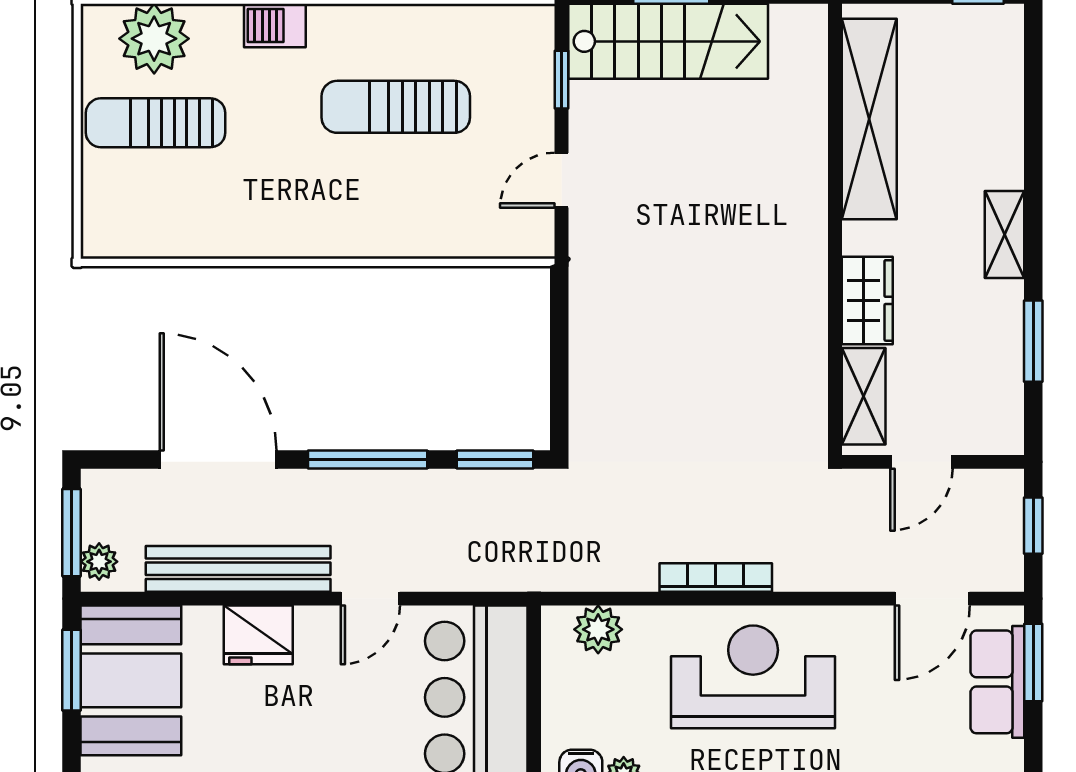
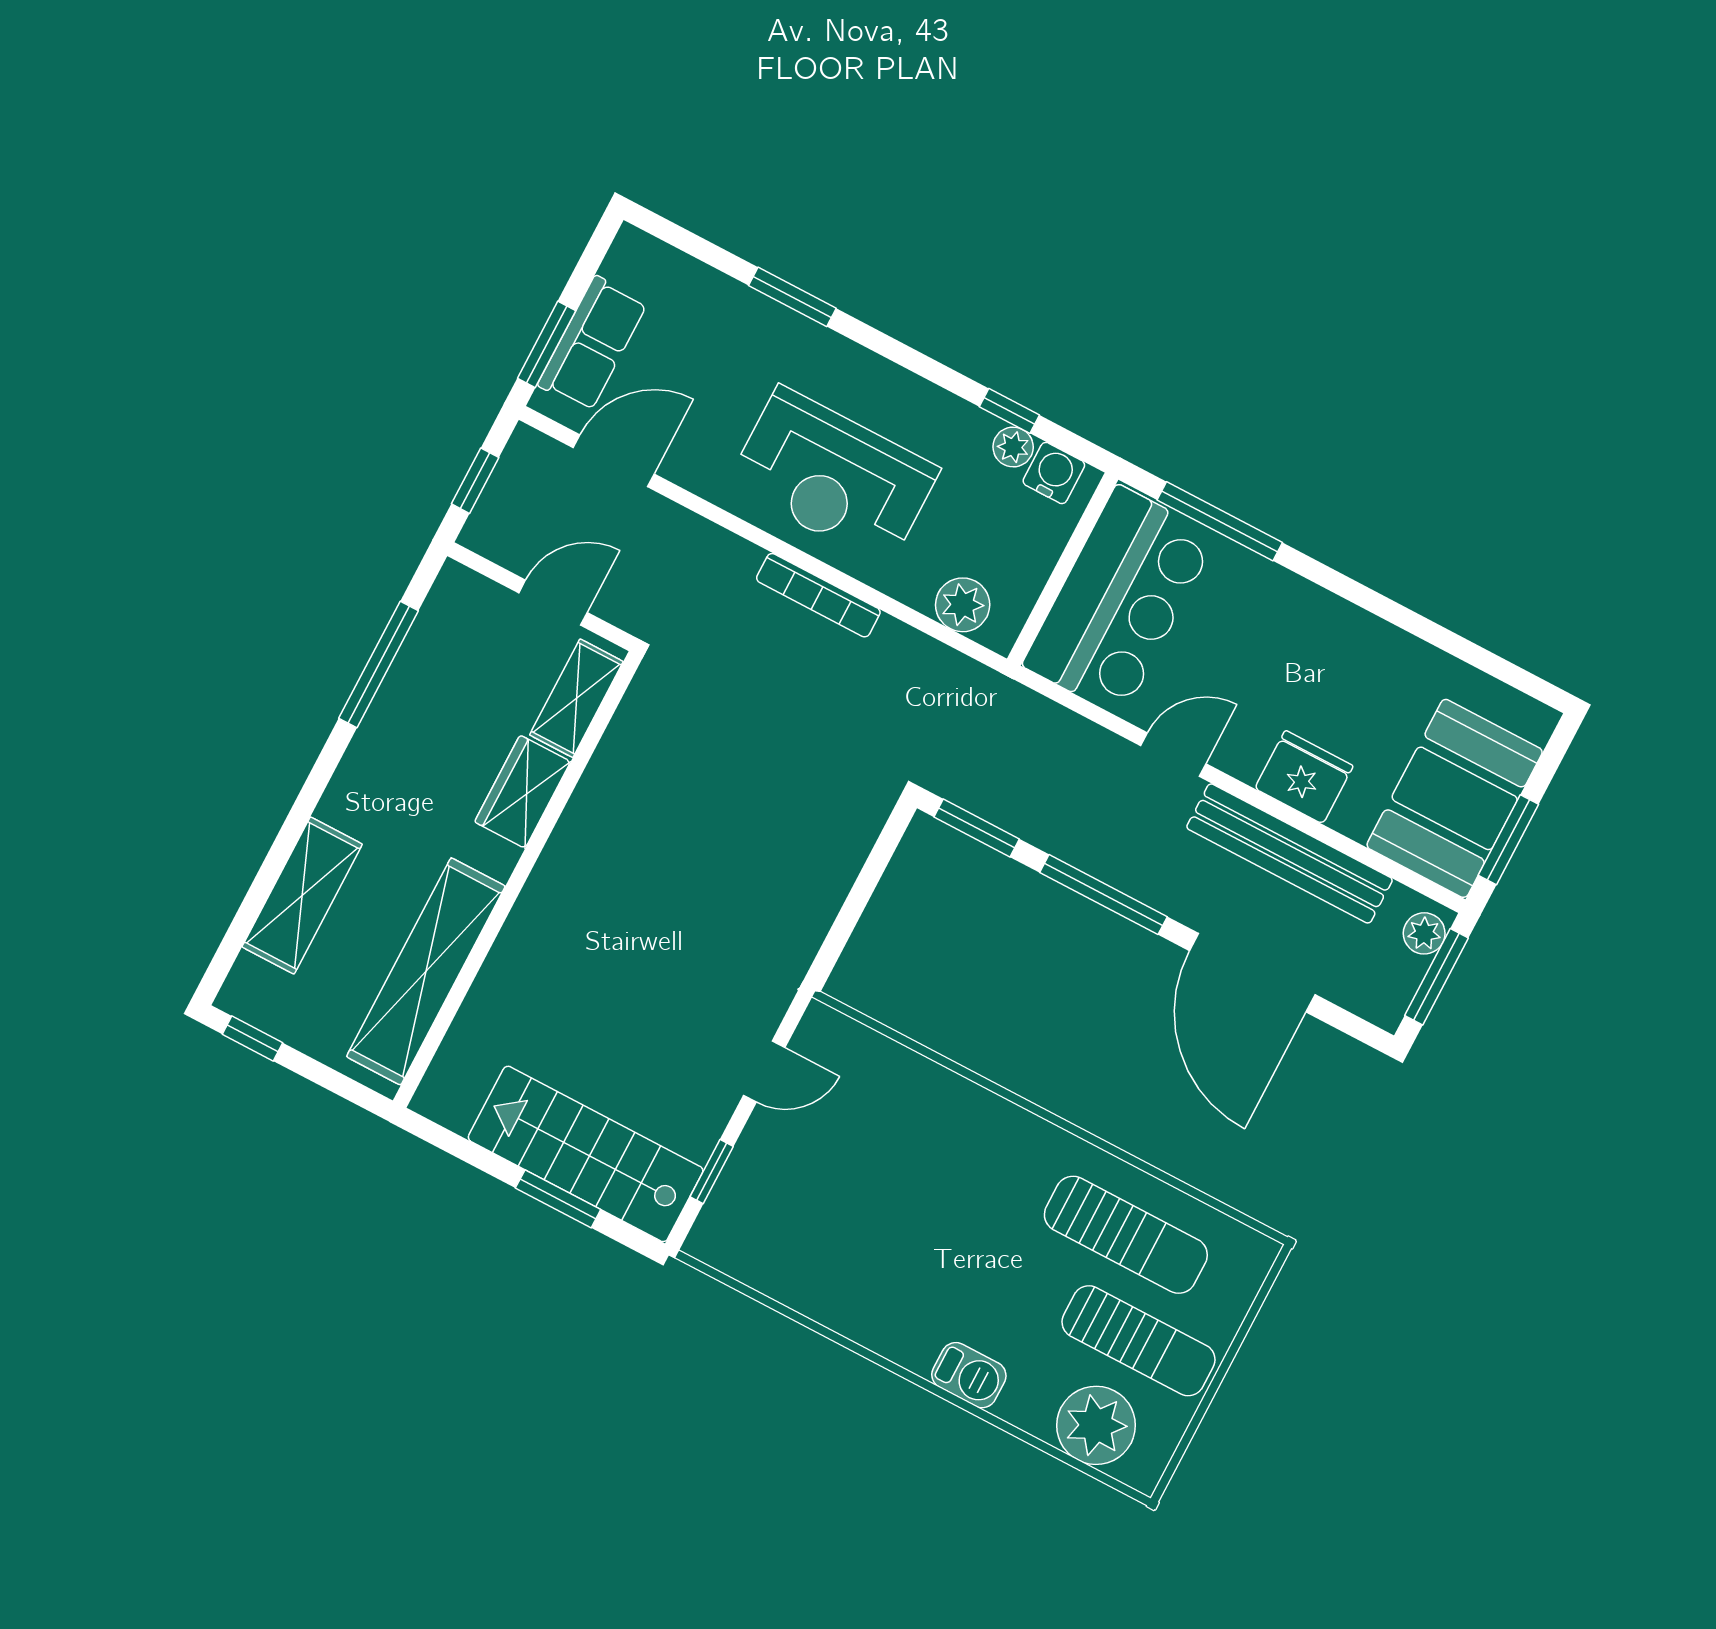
sun lounger: (396, 107) -> (1126, 1235), moved
shelving: (1005, 235) -> (302, 895), moved, width x1.50, depth x1.33
window: (1033, 341) -> (379, 664), width x1.44

